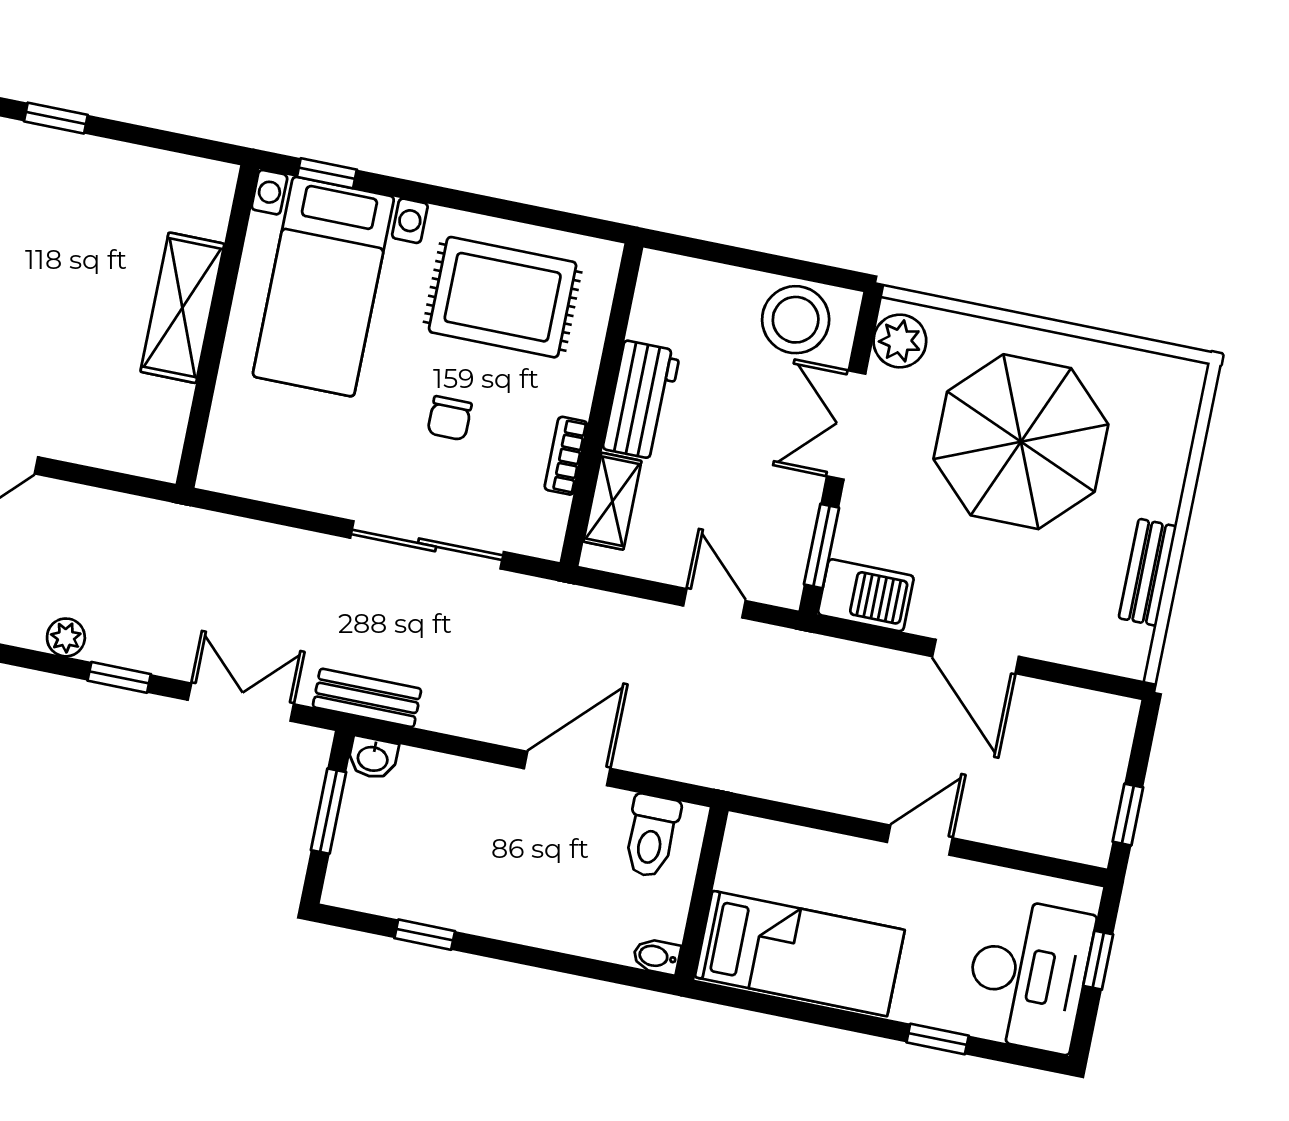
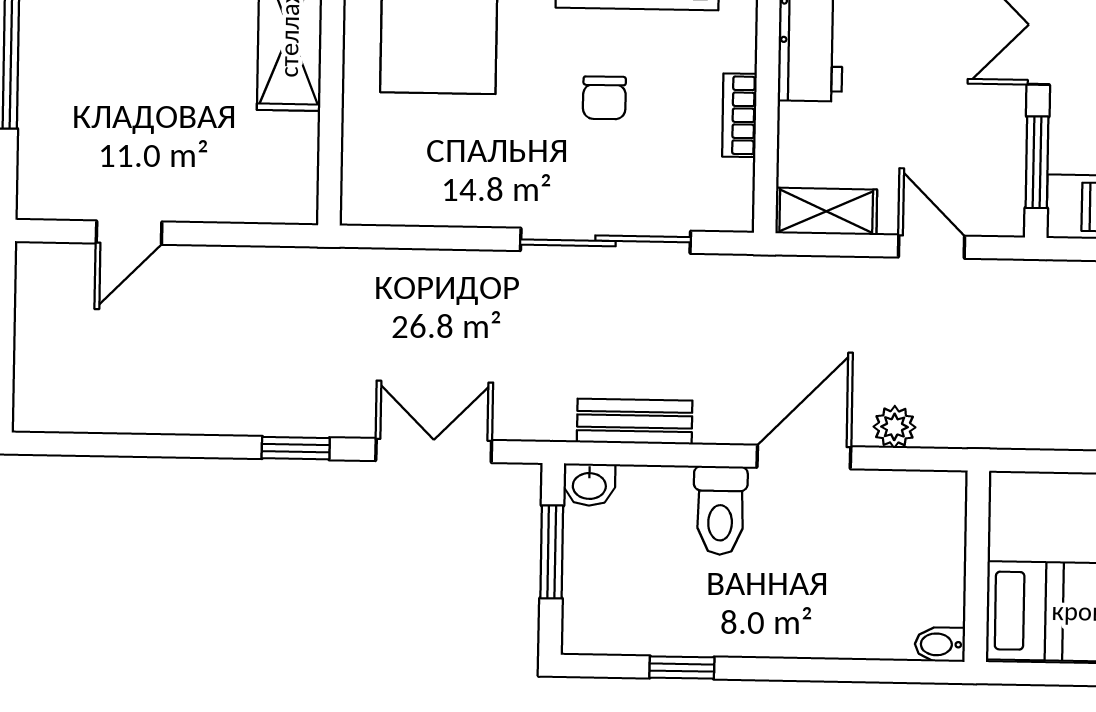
shelving: (612, 501) -> (826, 211), moved, turned 90
plant: (66, 637) -> (894, 427), moved
bench: (367, 698) -> (635, 421), moved
toilet: (651, 836) -> (720, 510), moved

